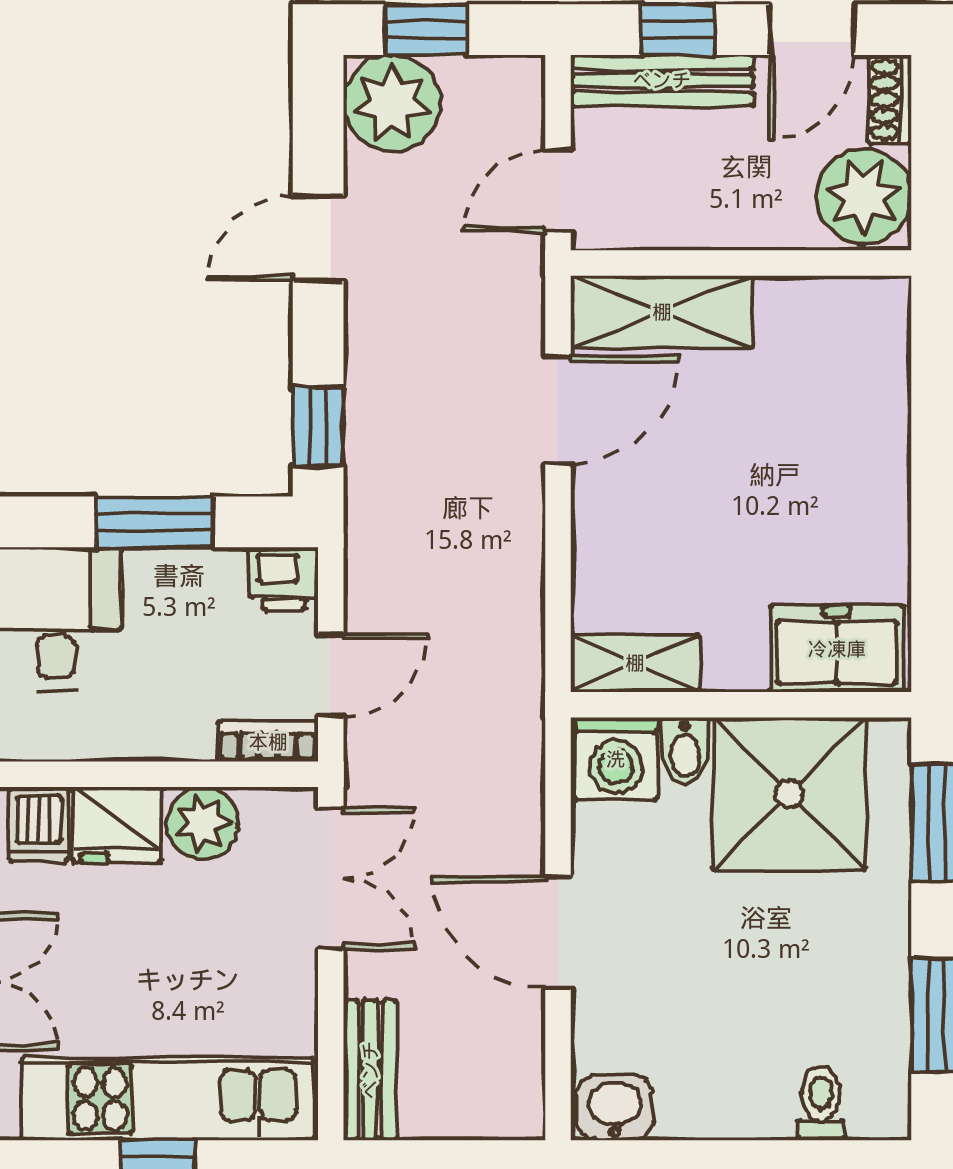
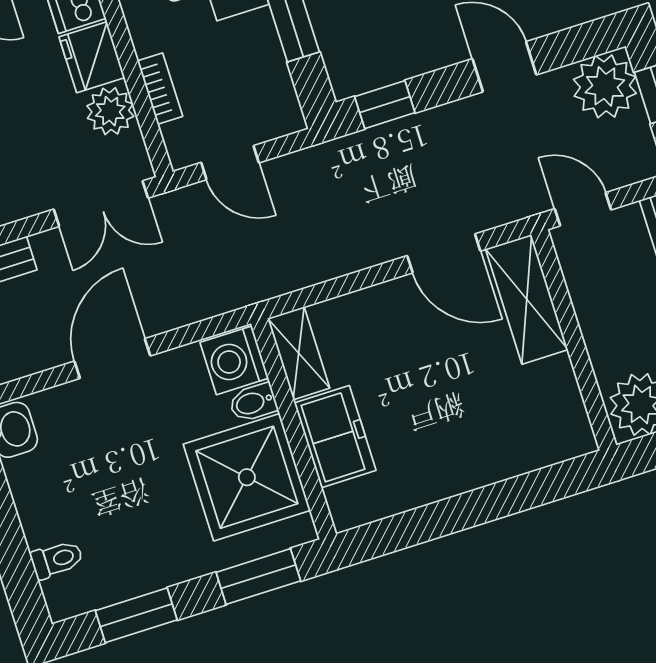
printer: (284, 579) -> (282, 113), removed
freezer: (837, 649) -> (335, 437), moved
bookcase: (268, 742) -> (160, 89), moved

